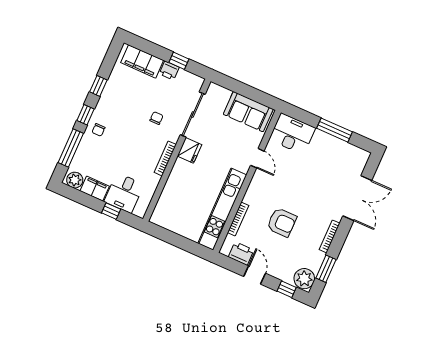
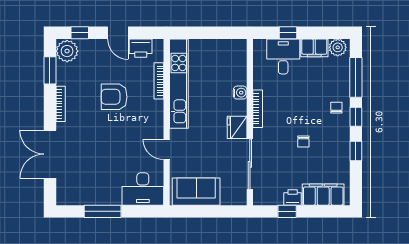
chair: (156, 118) -> (303, 141), moved
water cooler: (174, 179) -> (240, 93), added

